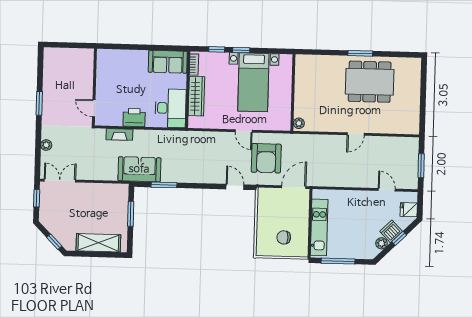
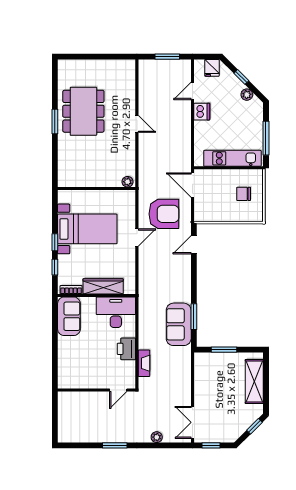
sofa: (139, 169) -> (179, 324), moved
dishwasher: (391, 231) -> (202, 112), moved, turned -135
chair: (284, 237) -> (244, 194), turned 90

